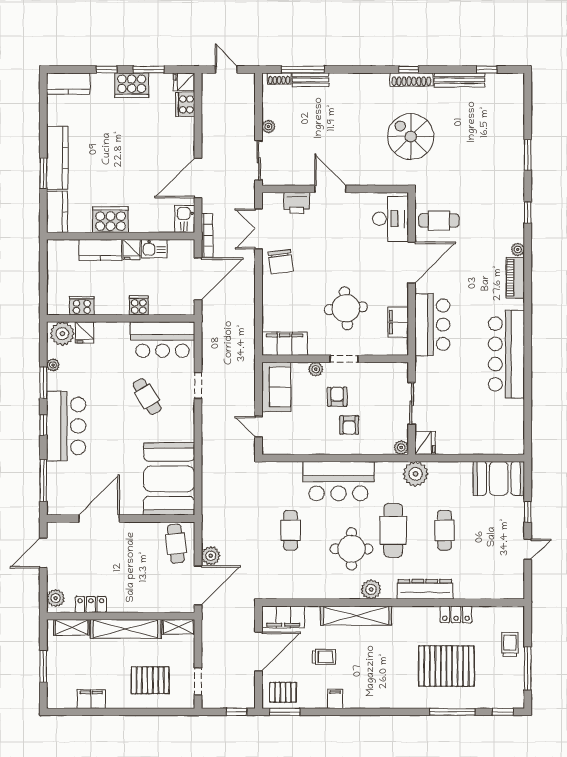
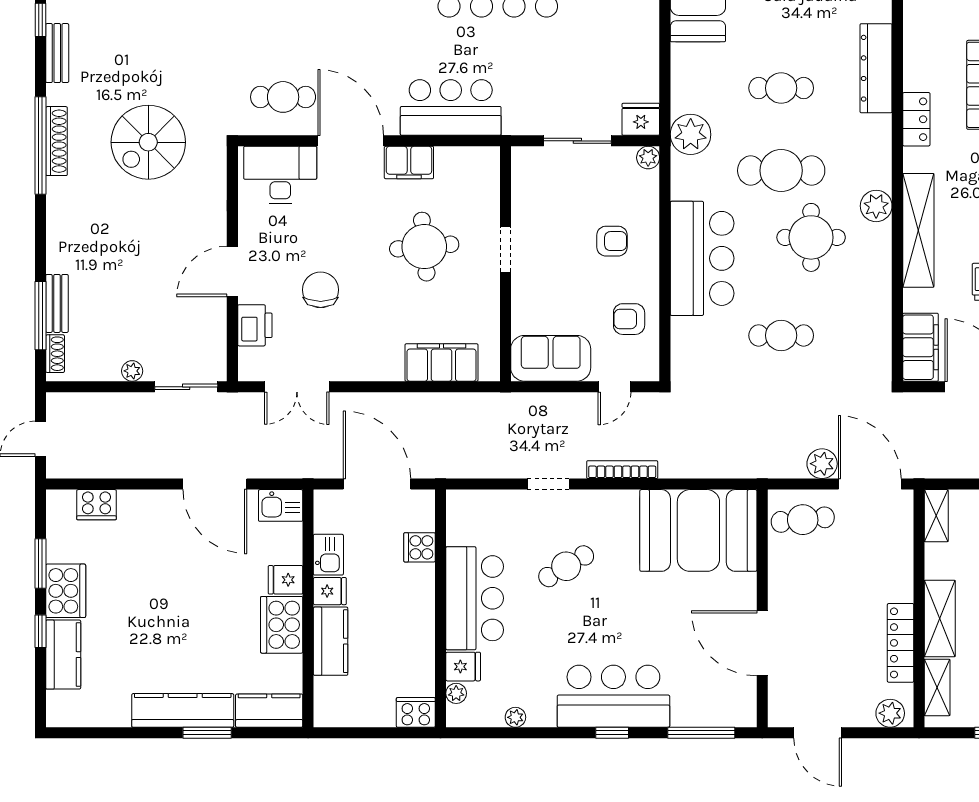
window: (409, 70) -> (40, 145), width x3.17
bench: (459, 80) -> (57, 53), width x0.73
fridge: (184, 82) -> (285, 580), moved, turned 90
kitchen counter: (68, 84) -> (63, 655), moved
cafe table: (439, 220) -> (283, 97), turned 90
bookcase: (207, 235) -> (622, 470), moved
chair: (281, 262) -> (321, 290), moved, turned -82
cooker: (139, 305) -> (420, 547), moved
cooker: (82, 306) -> (416, 712), moved, turned 90
filing cabinet: (398, 322) -> (409, 163), moved
plant: (62, 334) -> (456, 693), width x0.53, depth x0.53
bar counter: (163, 340) -> (475, 598), moved
filing cabinet: (285, 344) -> (442, 362), moved, turned 90
plant: (316, 369) -> (522, 295), removed
window: (43, 383) -> (544, 733), removed
armchair: (337, 397) -> (629, 319), moved
dresser: (425, 589) -> (876, 68), moved
locker: (91, 605) -> (901, 643), width x1.53
locker: (456, 614) -> (916, 119), moved
shelving: (126, 629) -> (940, 618), width x0.68

